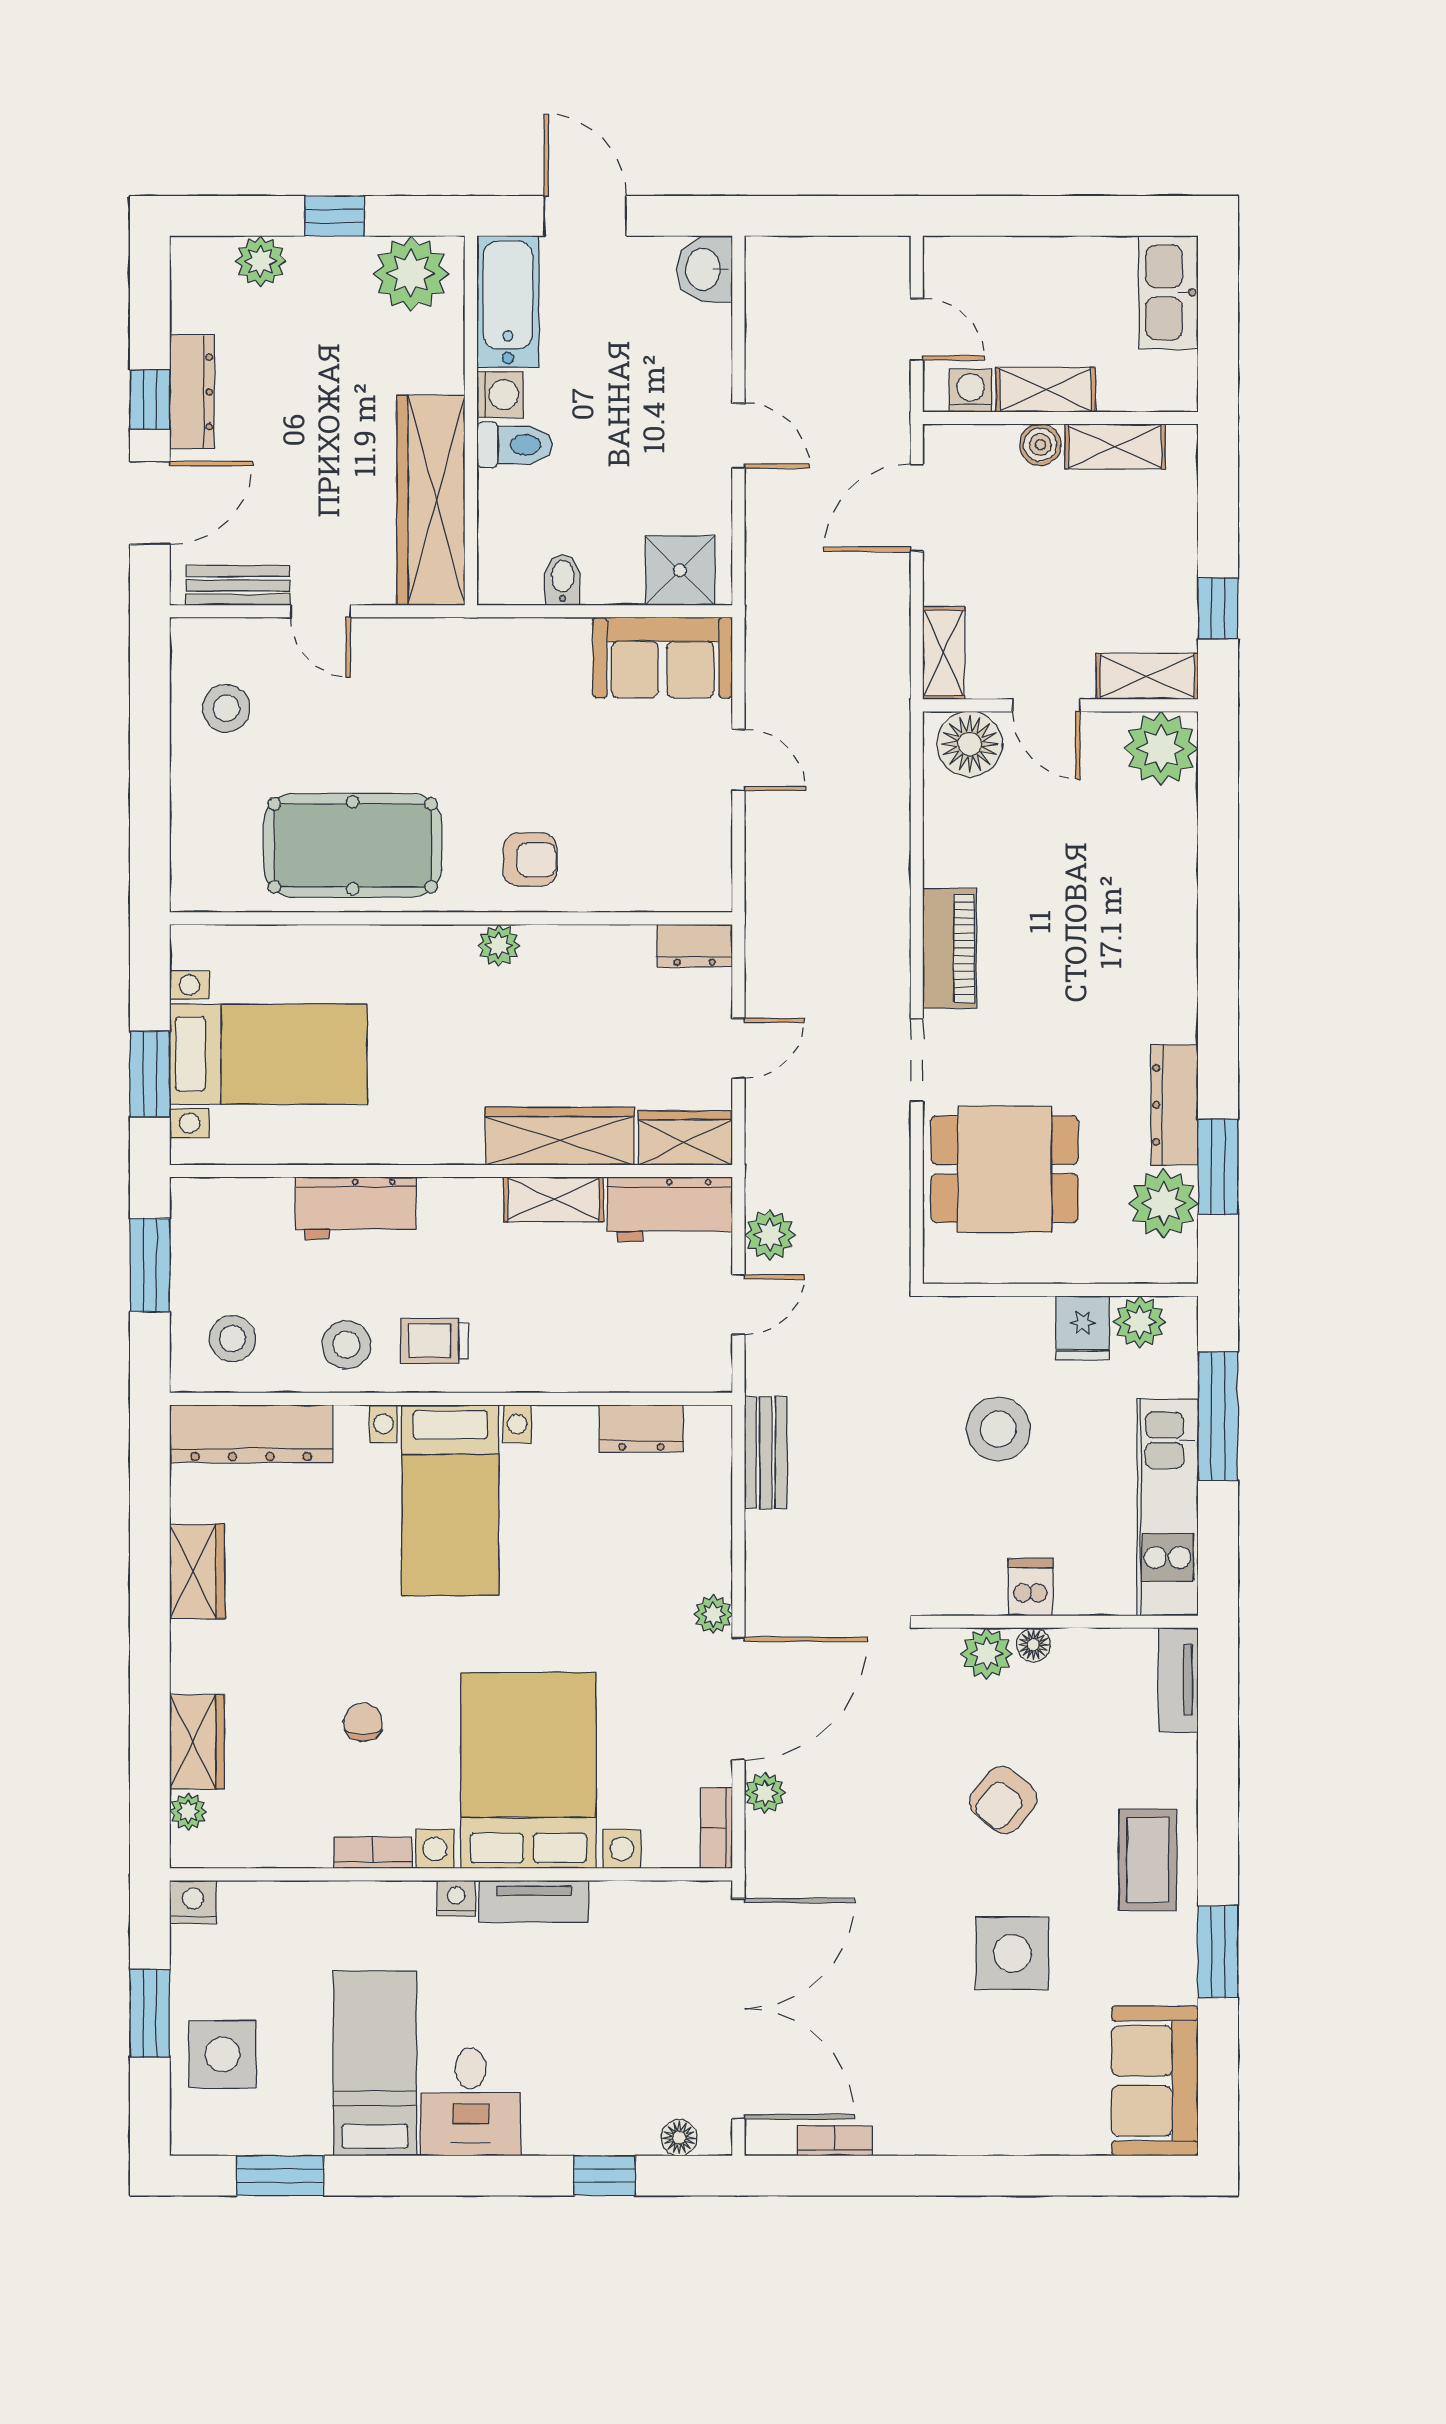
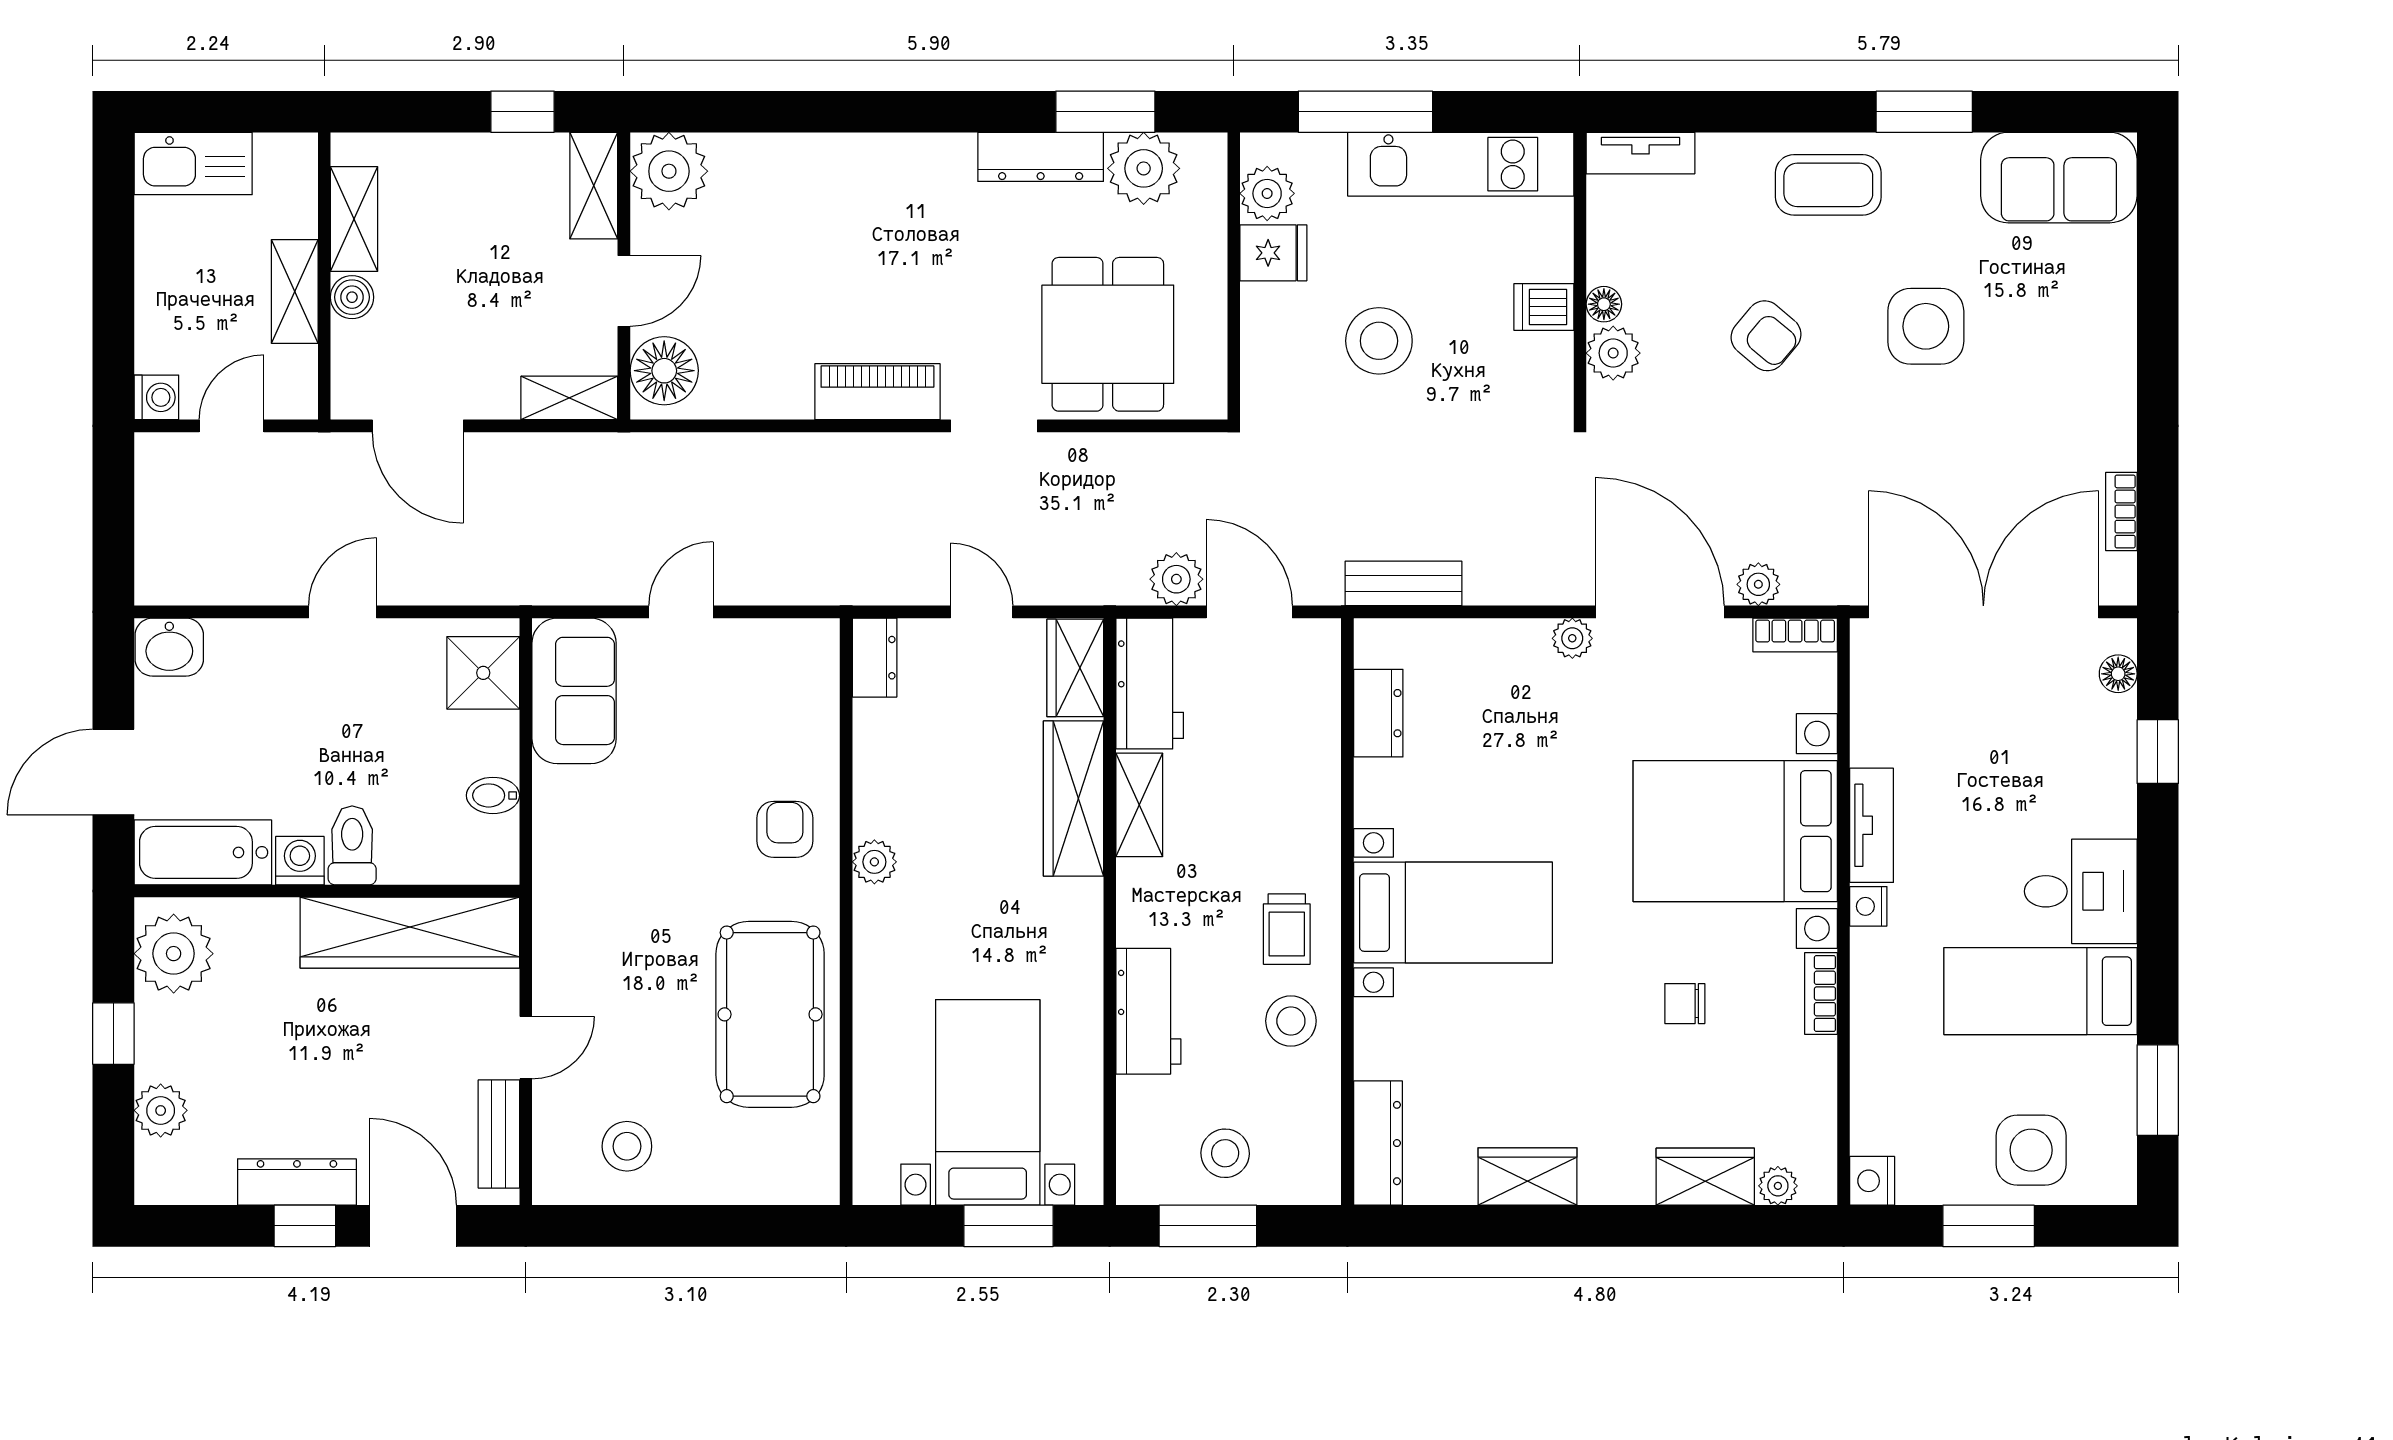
washing machine: (971, 391) -> (156, 397), moved, turned 180
door: (738, 1305) -> (1249, 612), width x1.38
stool: (232, 1339) -> (1225, 1153), moved
dresser: (251, 1434) -> (1378, 1143), width x0.73, depth x0.80

